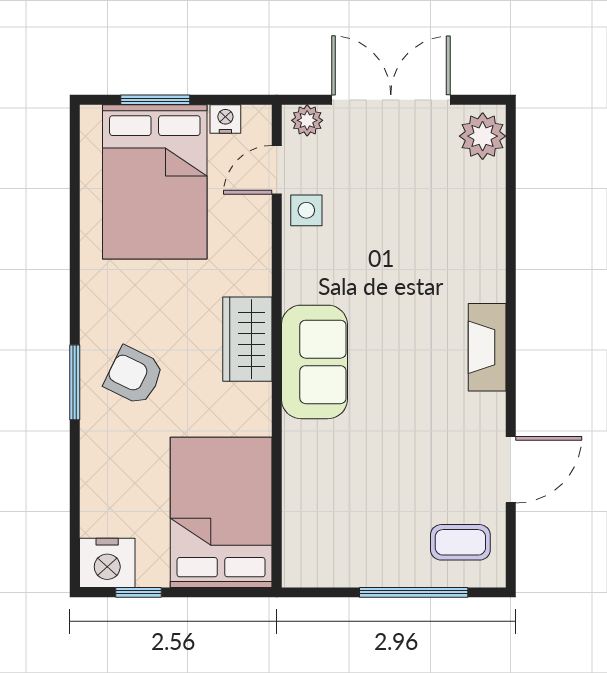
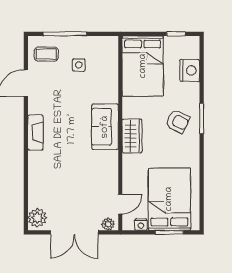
side table: (306, 210) -> (79, 65), moved
nightstand: (107, 563) -> (190, 71), moved, turned 90

